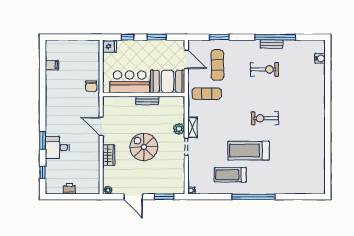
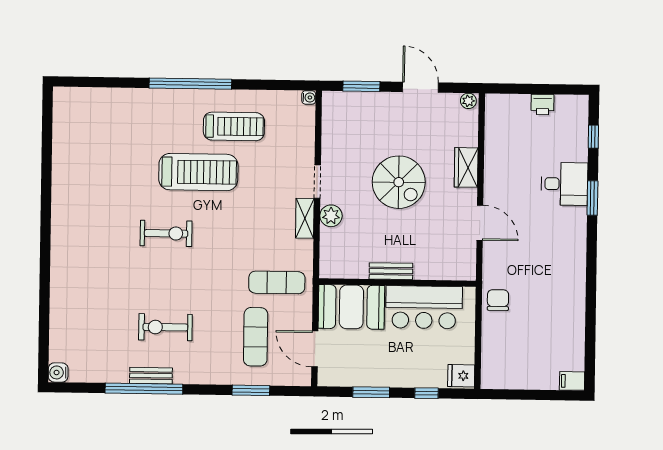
water cooler: (320, 58) -> (58, 373), moved
filing cabinet: (52, 65) -> (572, 381), moved

